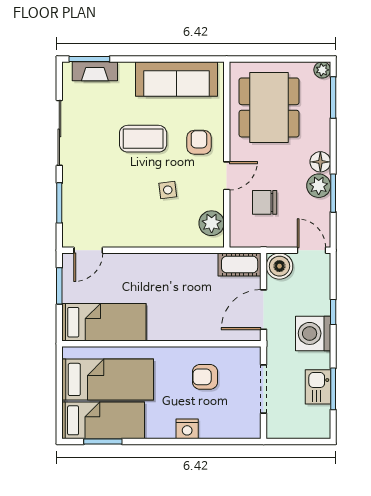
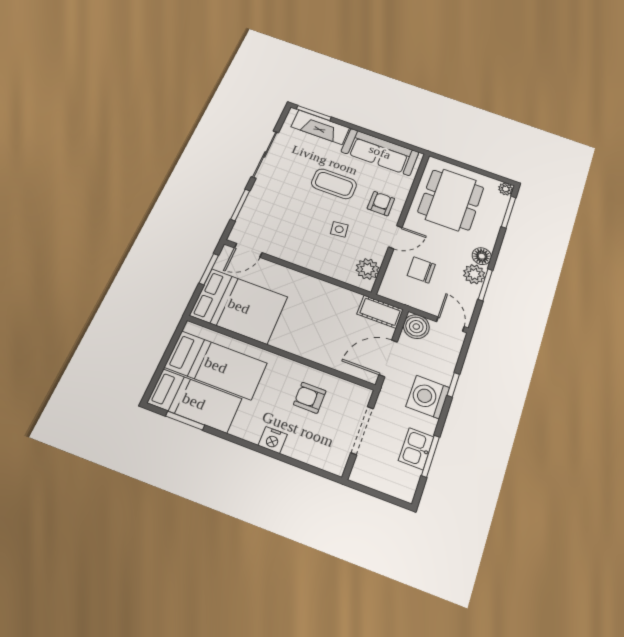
fireplace: (95, 71) -> (320, 127), width x1.37, depth x1.32
bed: (104, 322) -> (239, 306), width x1.50

